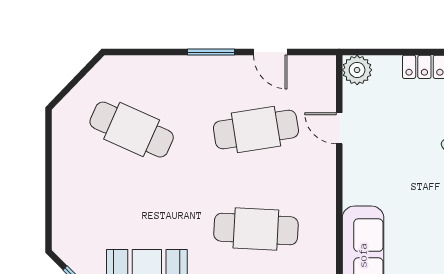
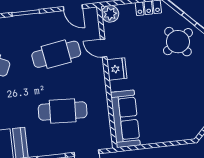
door: (270, 52) -> (73, 8), moved
fridge: (358, 167) -> (117, 69), added

